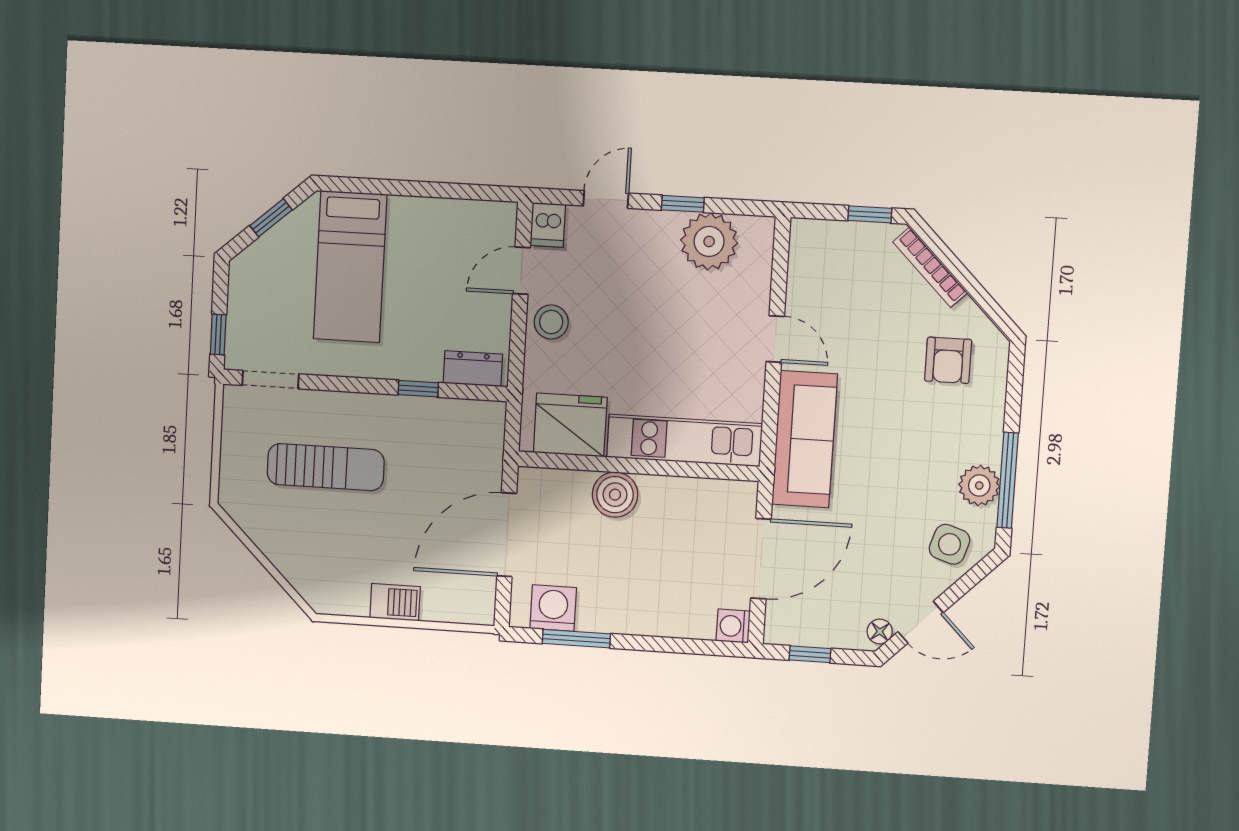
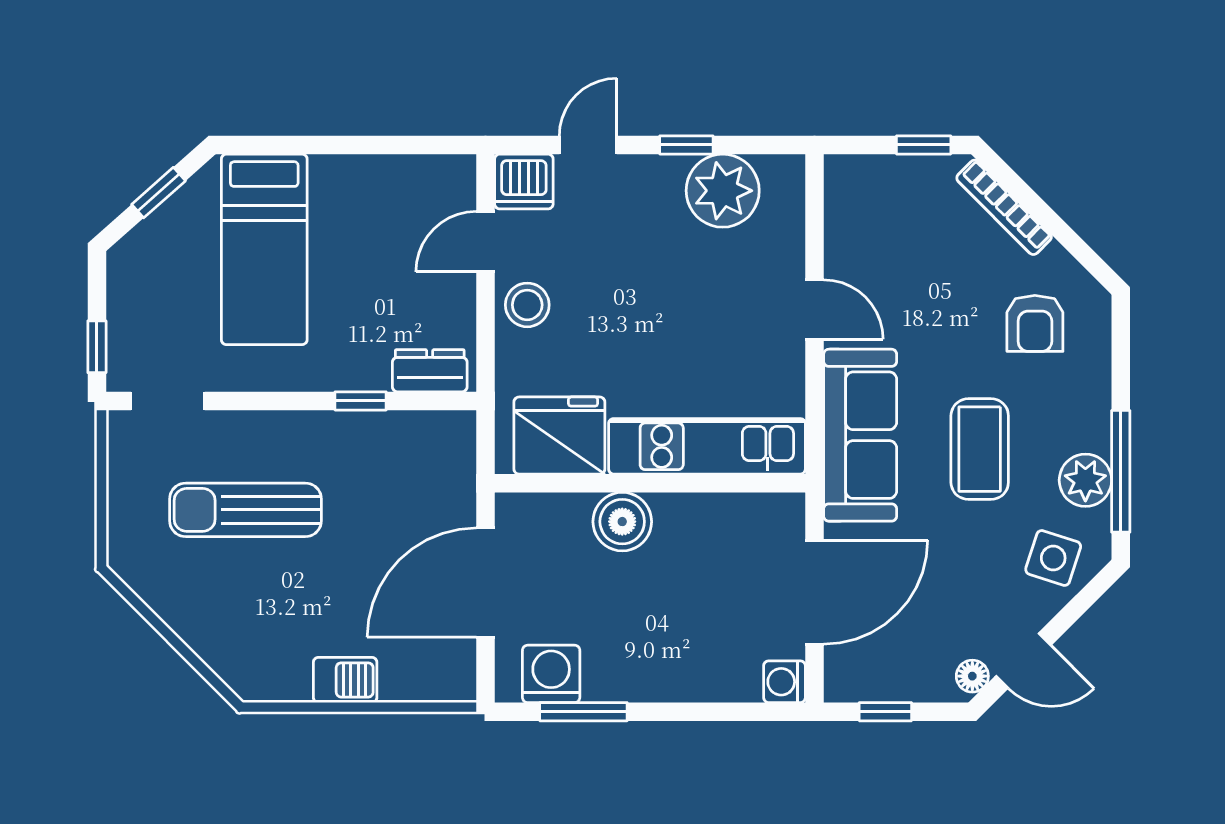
dishwasher: (548, 225) -> (524, 181), width x1.38
coffee table: (898, 456) -> (980, 449), added
sun lounger: (326, 467) -> (245, 510), turned 180

